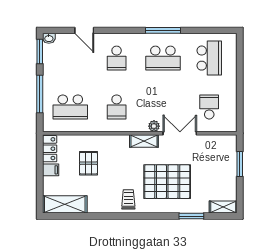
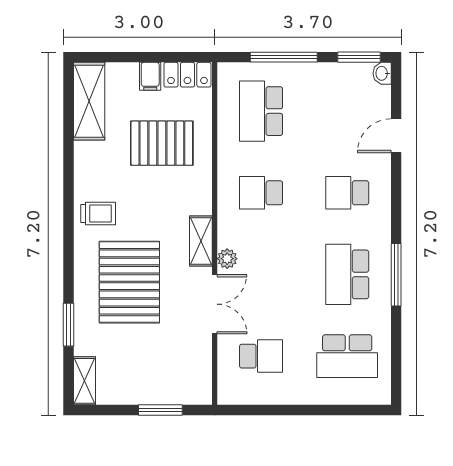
pallet: (88, 163) -> (162, 143), width x1.50, depth x1.42

